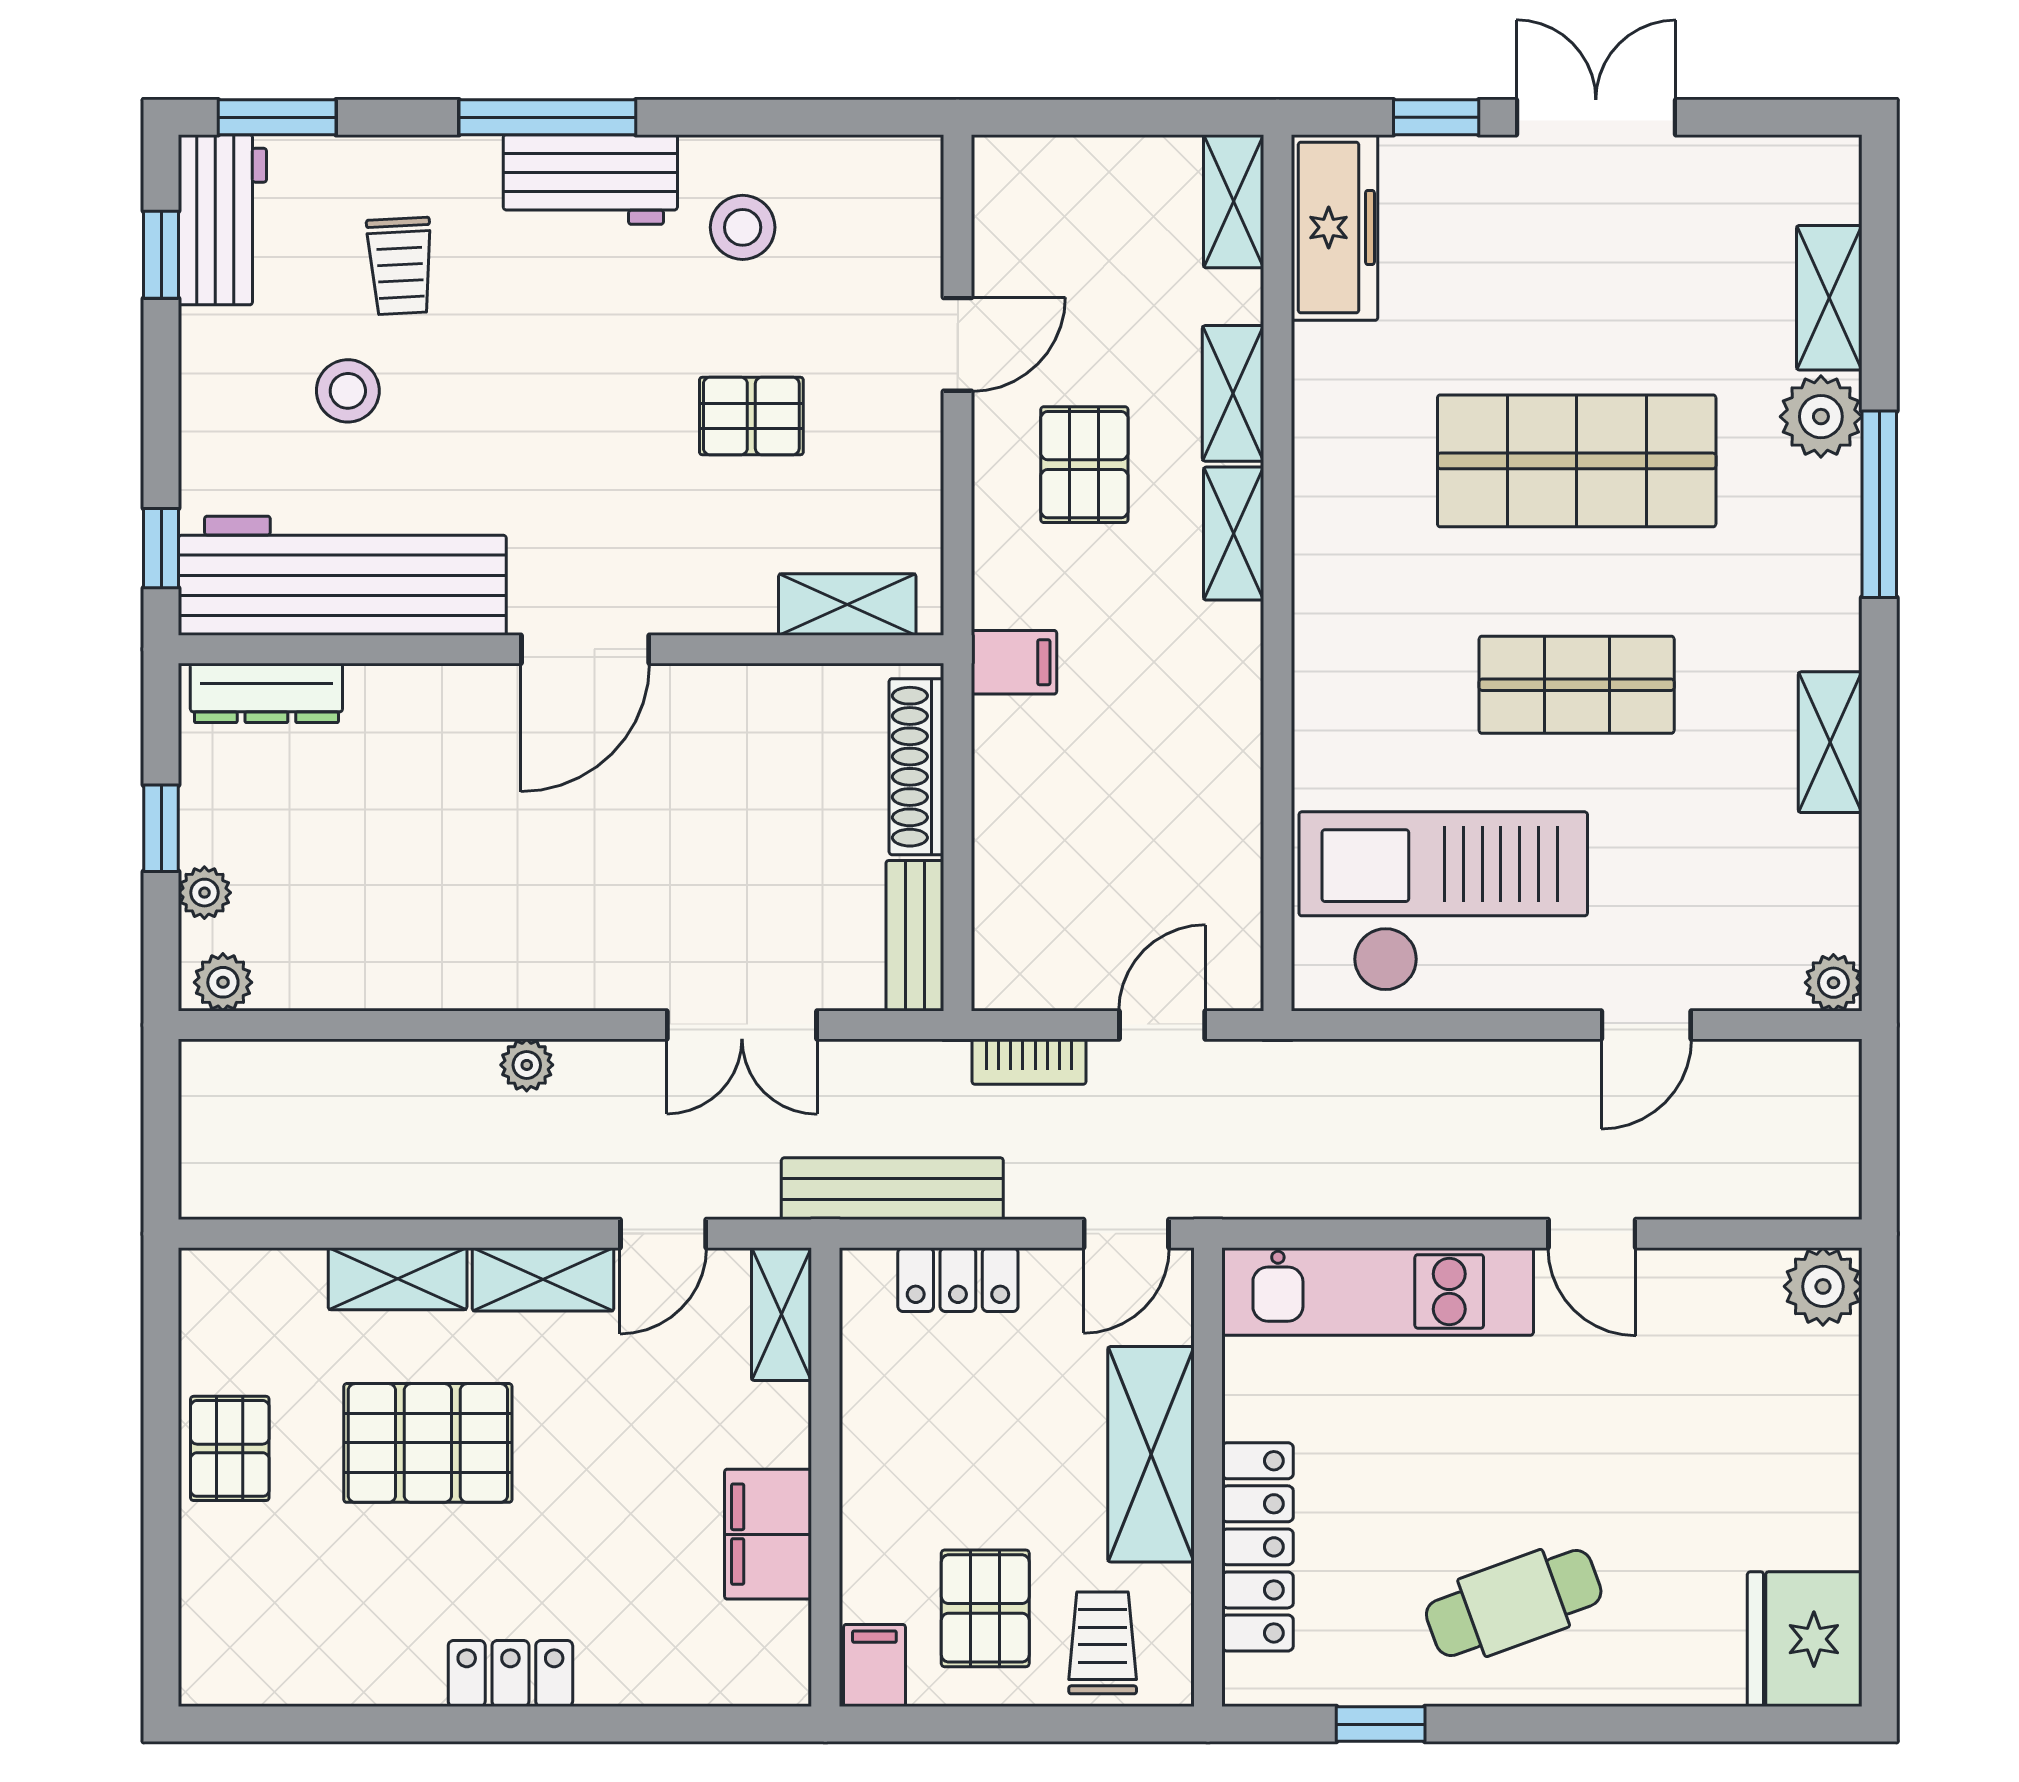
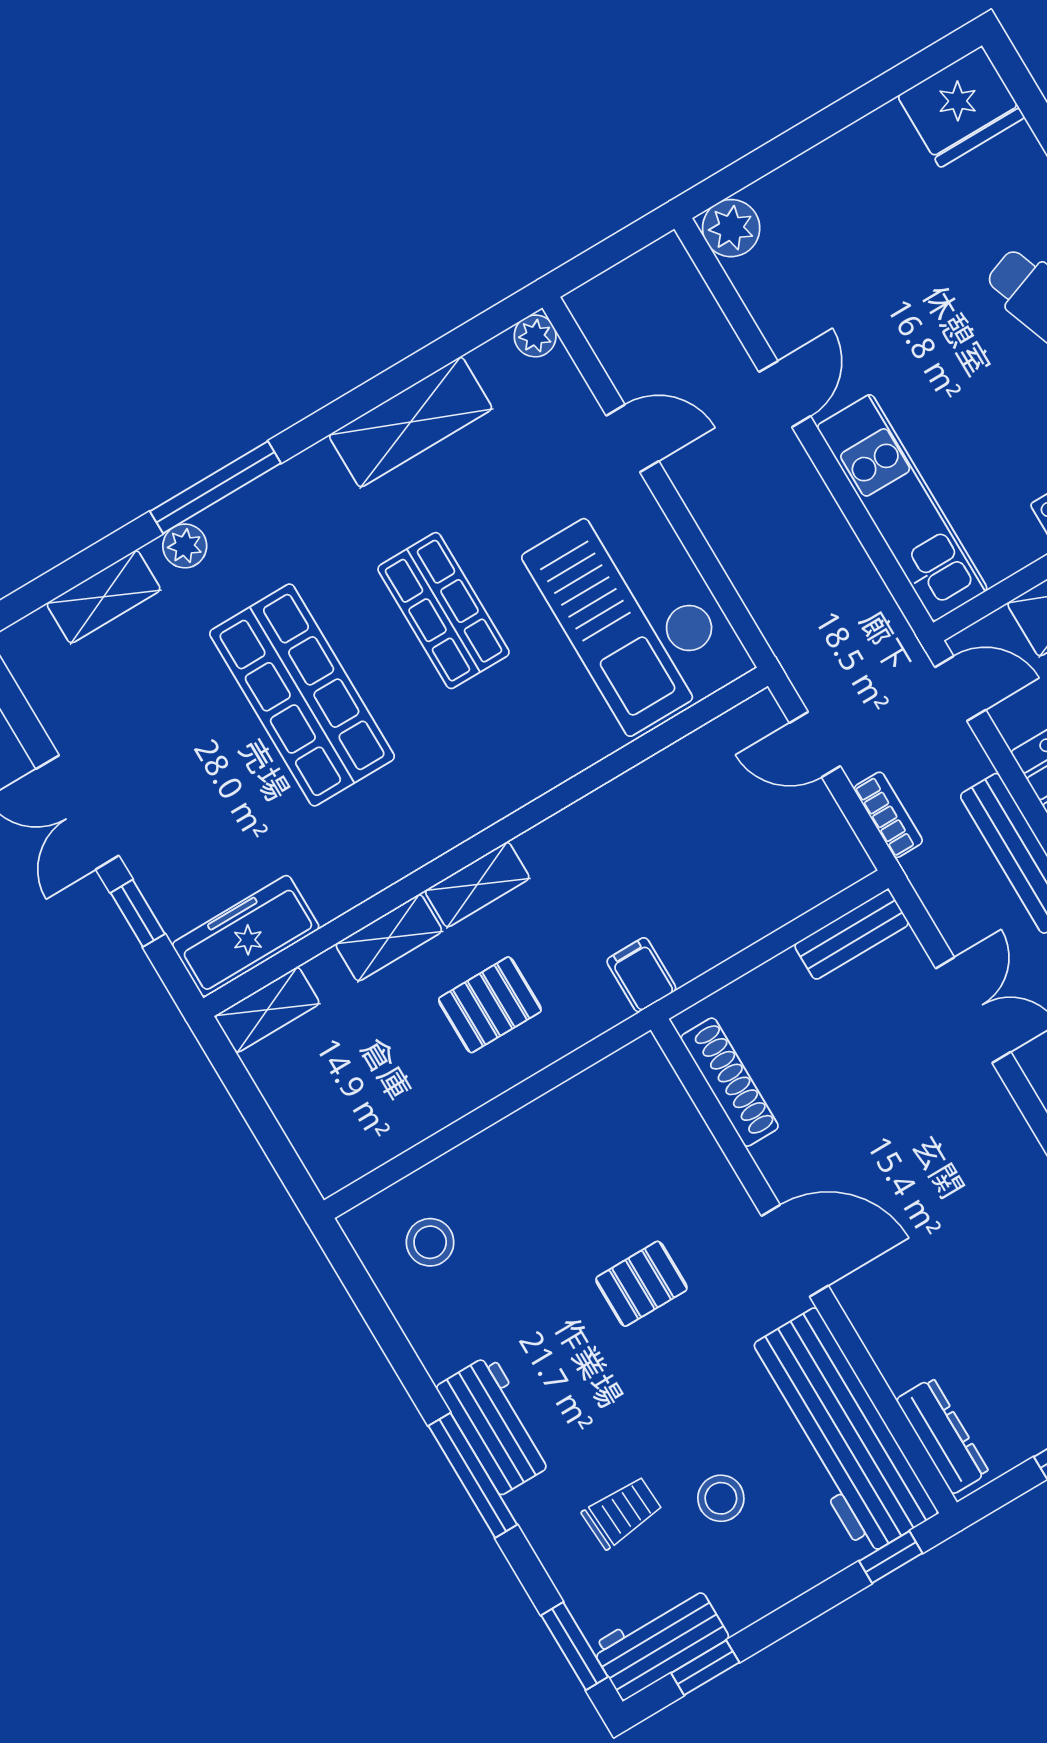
stool: (743, 227) -> (430, 1242), moved
door: (958, 344) -> (462, 1130), removed
pallet: (751, 416) -> (641, 1284), moved, turned 90
plant: (1821, 417) -> (185, 546), width x0.73, depth x0.73
shelving: (847, 605) -> (668, 1102), removed
shelving: (1830, 742) -> (411, 422), width x1.50, depth x1.33
shoe rack: (916, 767) -> (730, 1082), moved, turned -90

